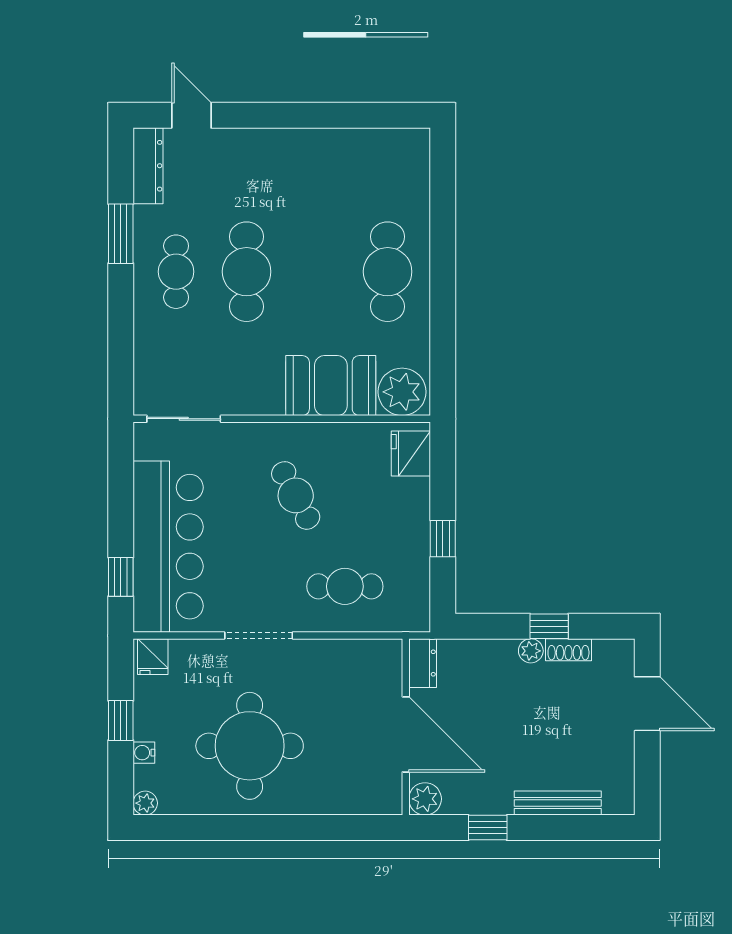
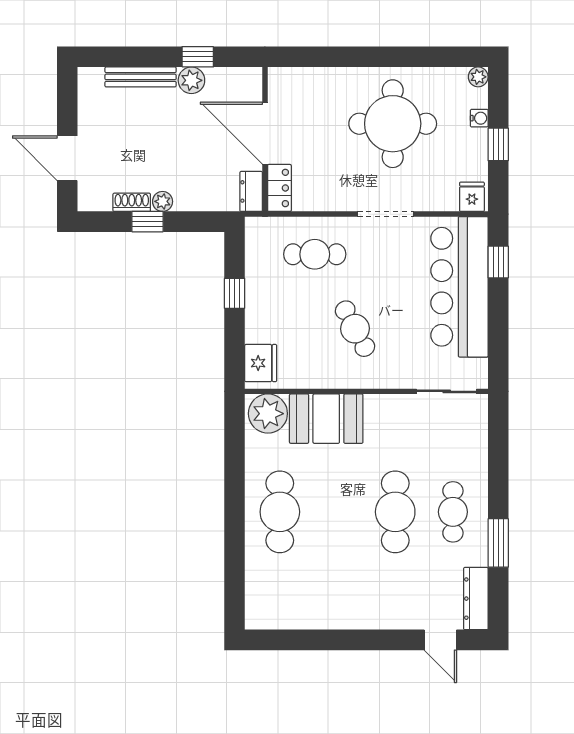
locker: (388, 667) -> (279, 188), added
plant: (425, 799) -> (191, 80), moved

